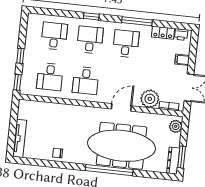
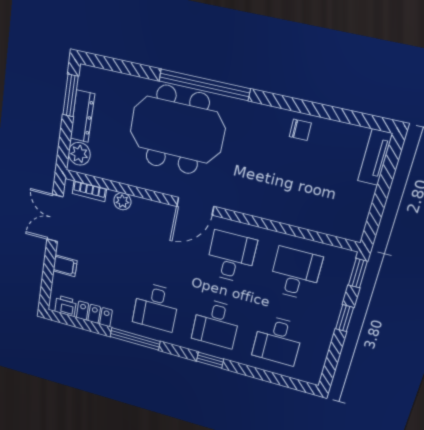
plant: (150, 99) -> (122, 201), width x0.53, depth x0.53
door: (121, 107) -> (195, 206), moved
tv unit: (20, 138) -> (375, 157), width x0.71
meeting table: (121, 146) -> (177, 130), width x0.73
dresser: (173, 161) -> (82, 116), moved

